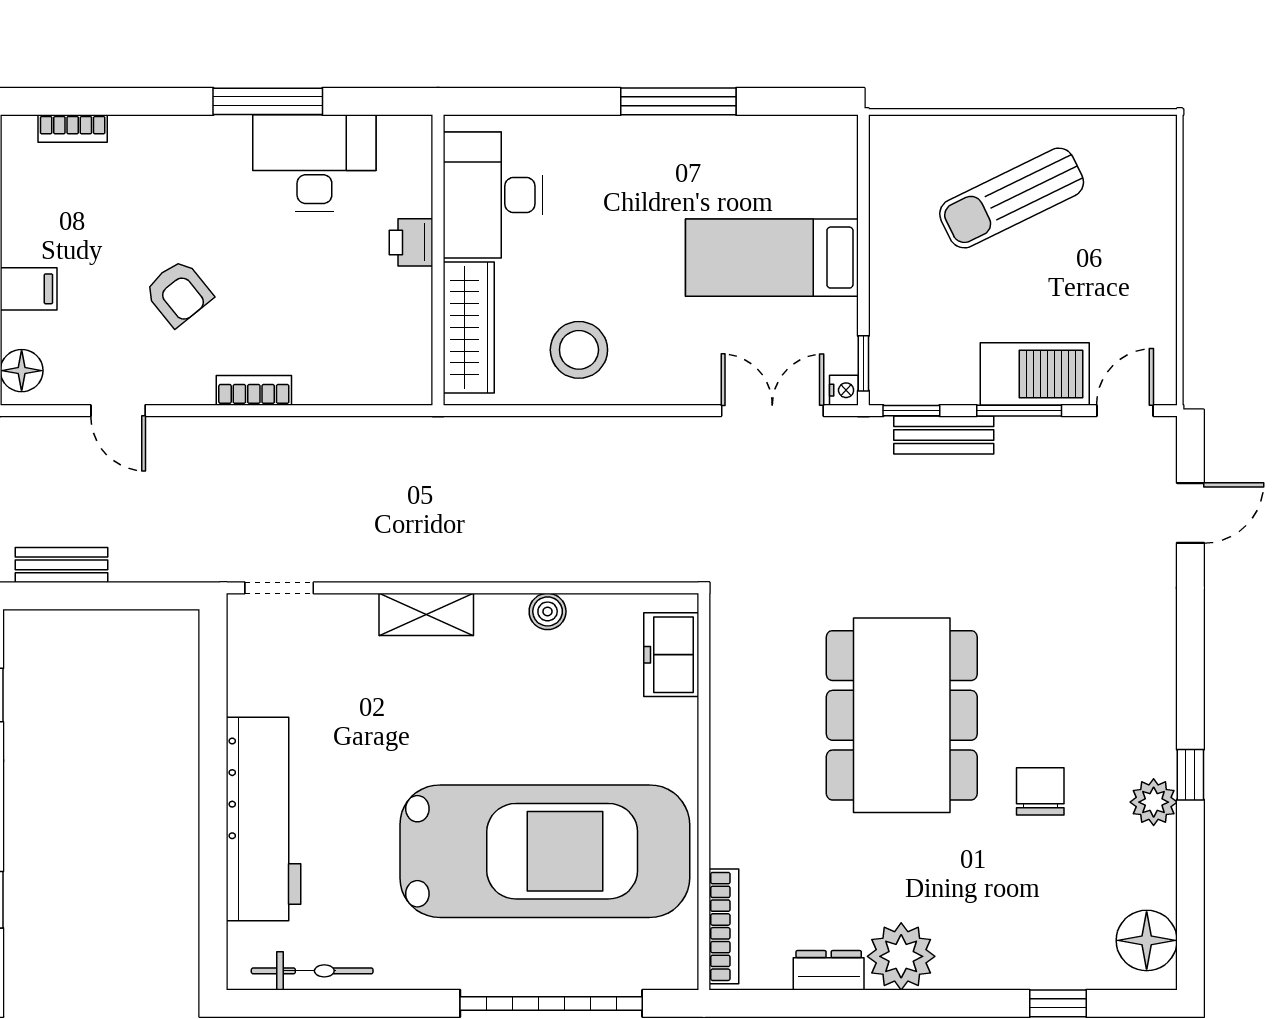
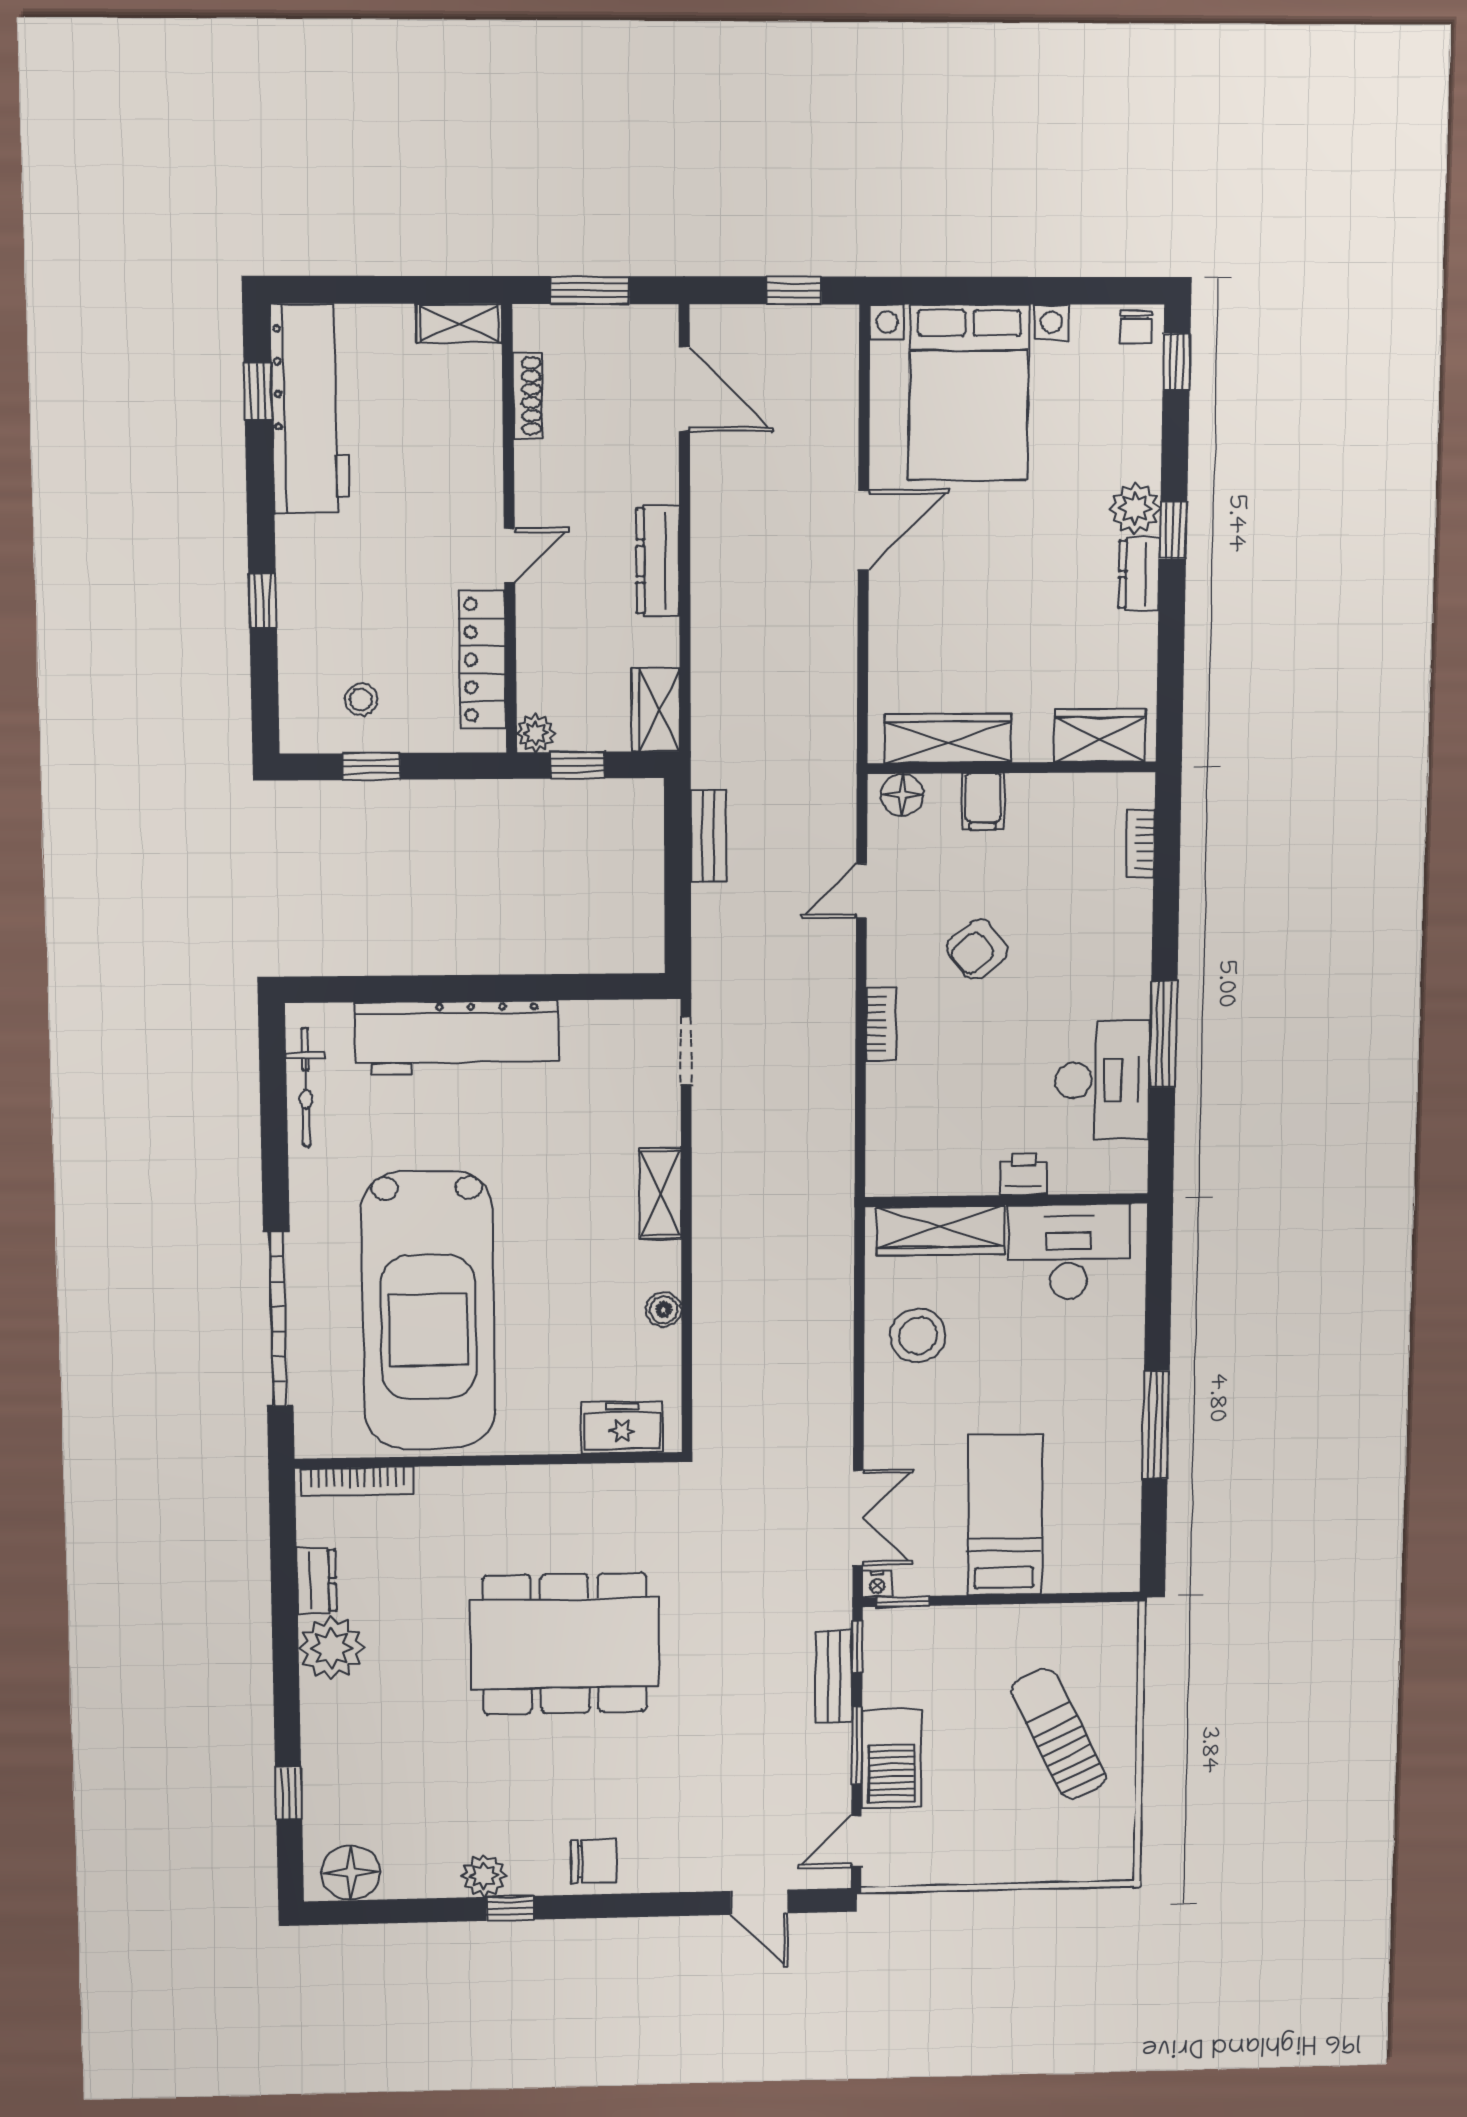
door: (1125, 411) -> (856, 1841), swing flipped
chair: (1040, 791) -> (594, 1861), moved

